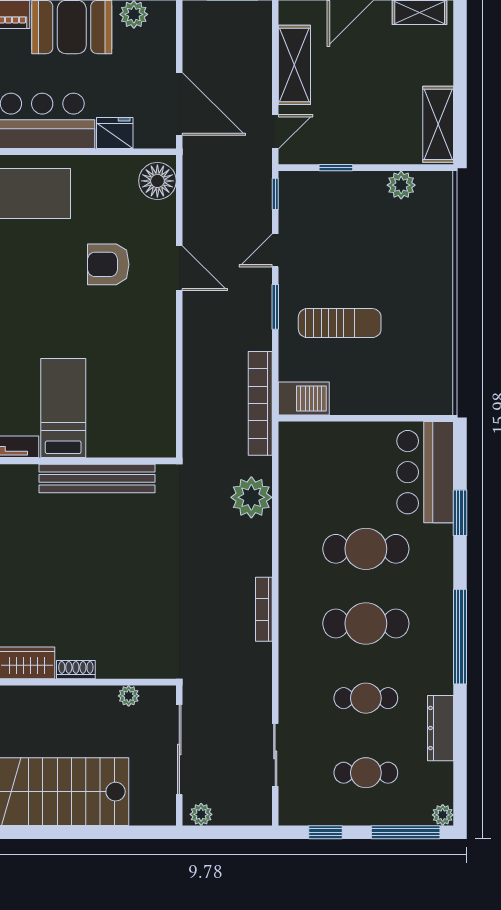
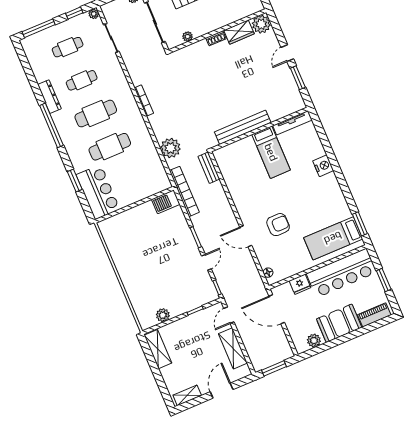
floor lamp: (157, 181) -> (268, 273), width x0.53, depth x0.53
sun lounger: (340, 323) -> (164, 242), removed
bench: (194, 429) -> (209, 168), added
dresser: (440, 728) -> (49, 97), moved
plant: (443, 815) -> (94, 14), moved

